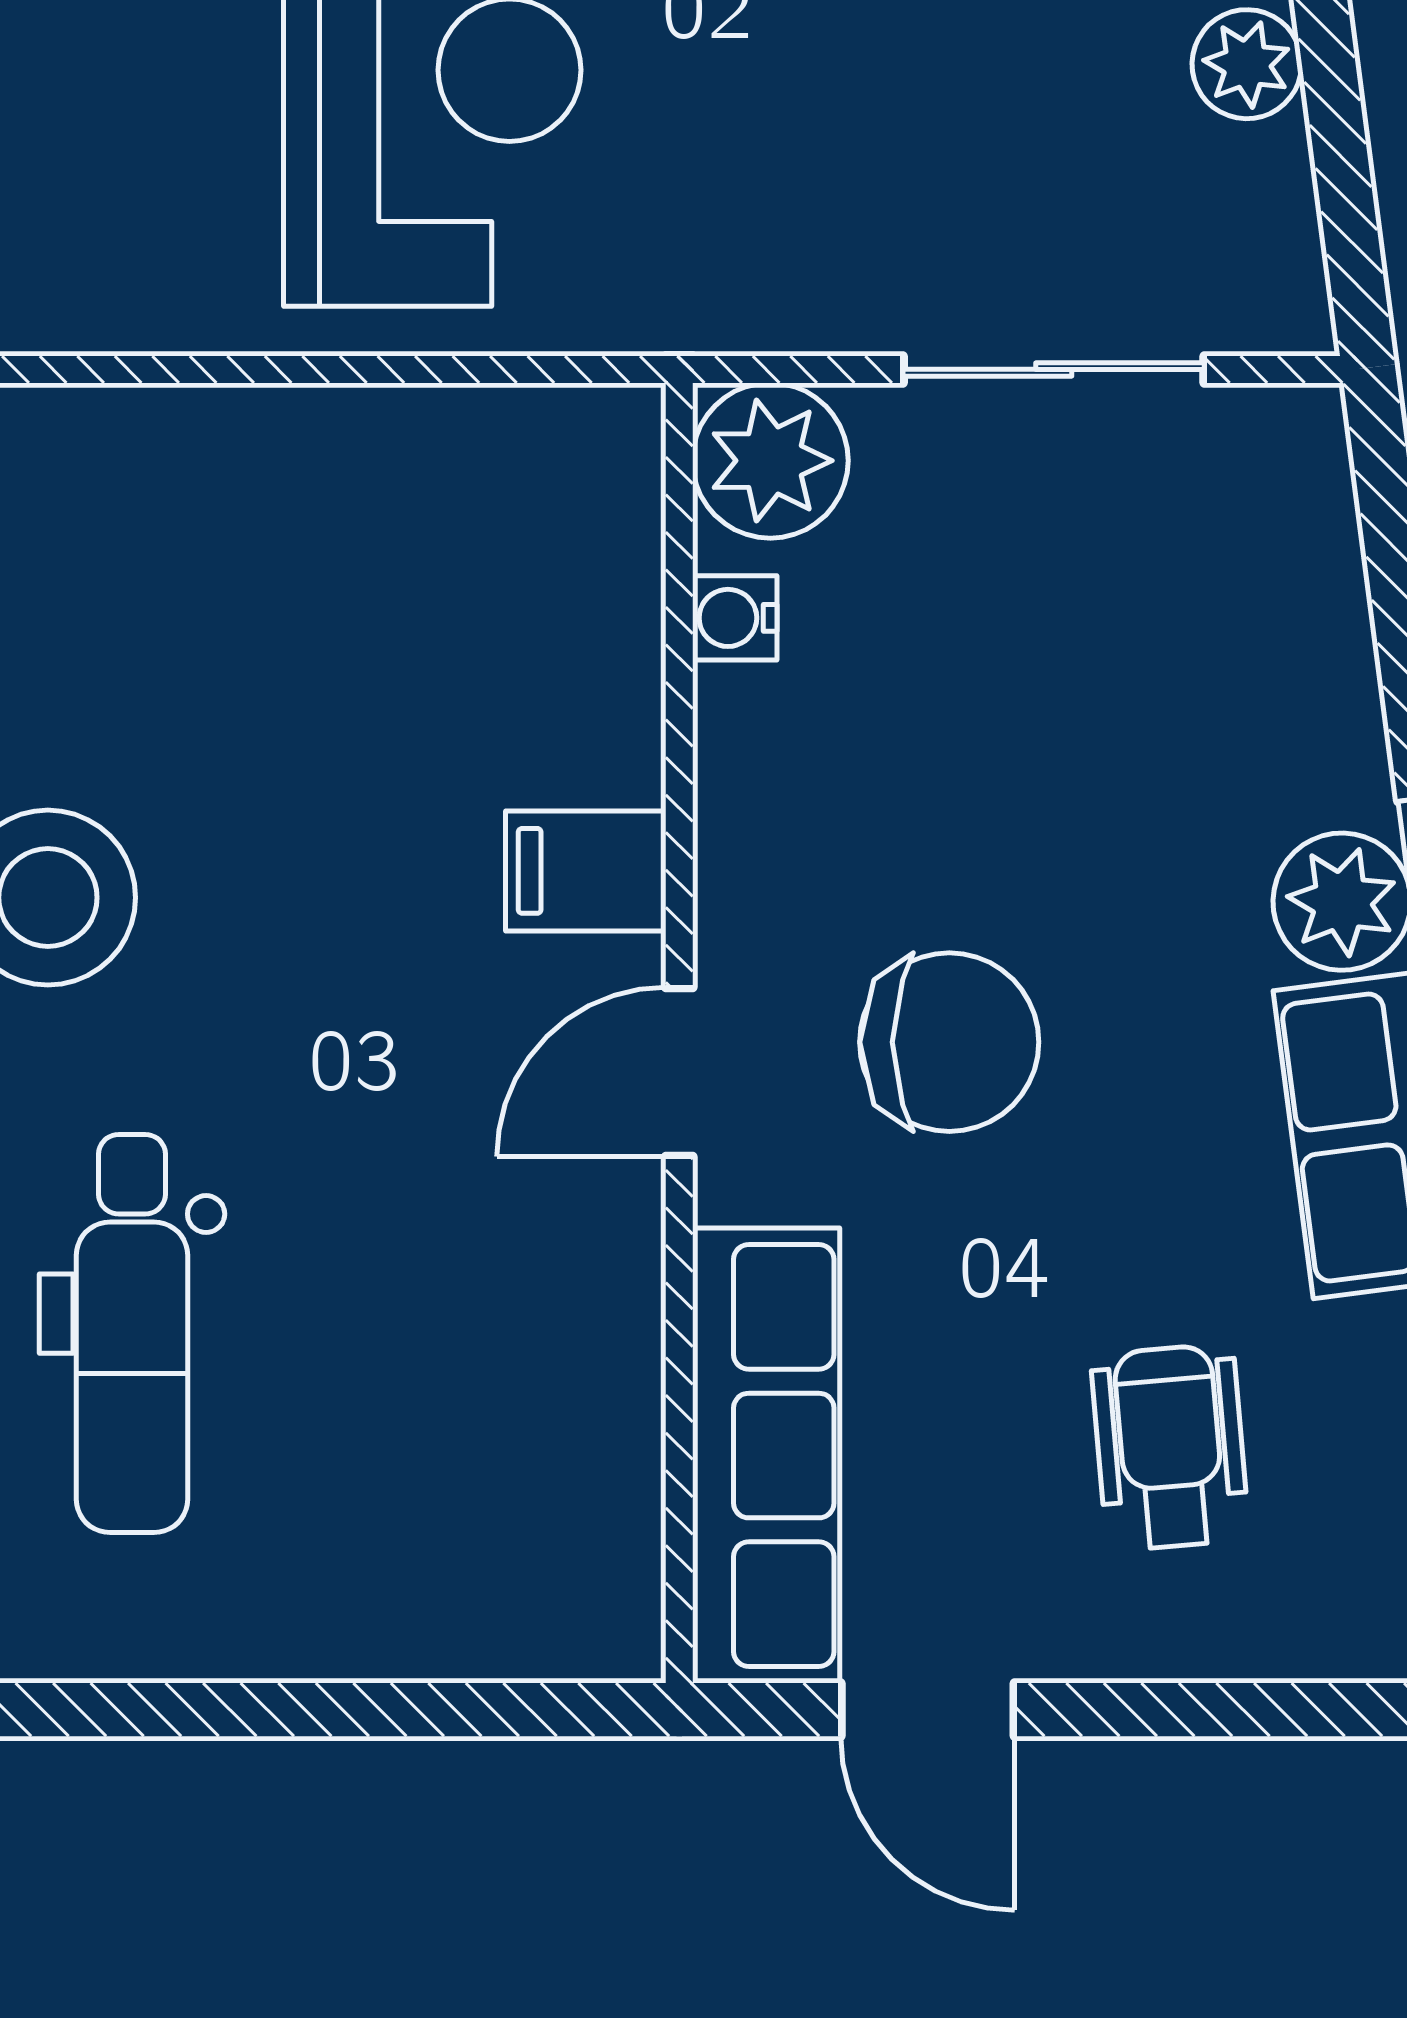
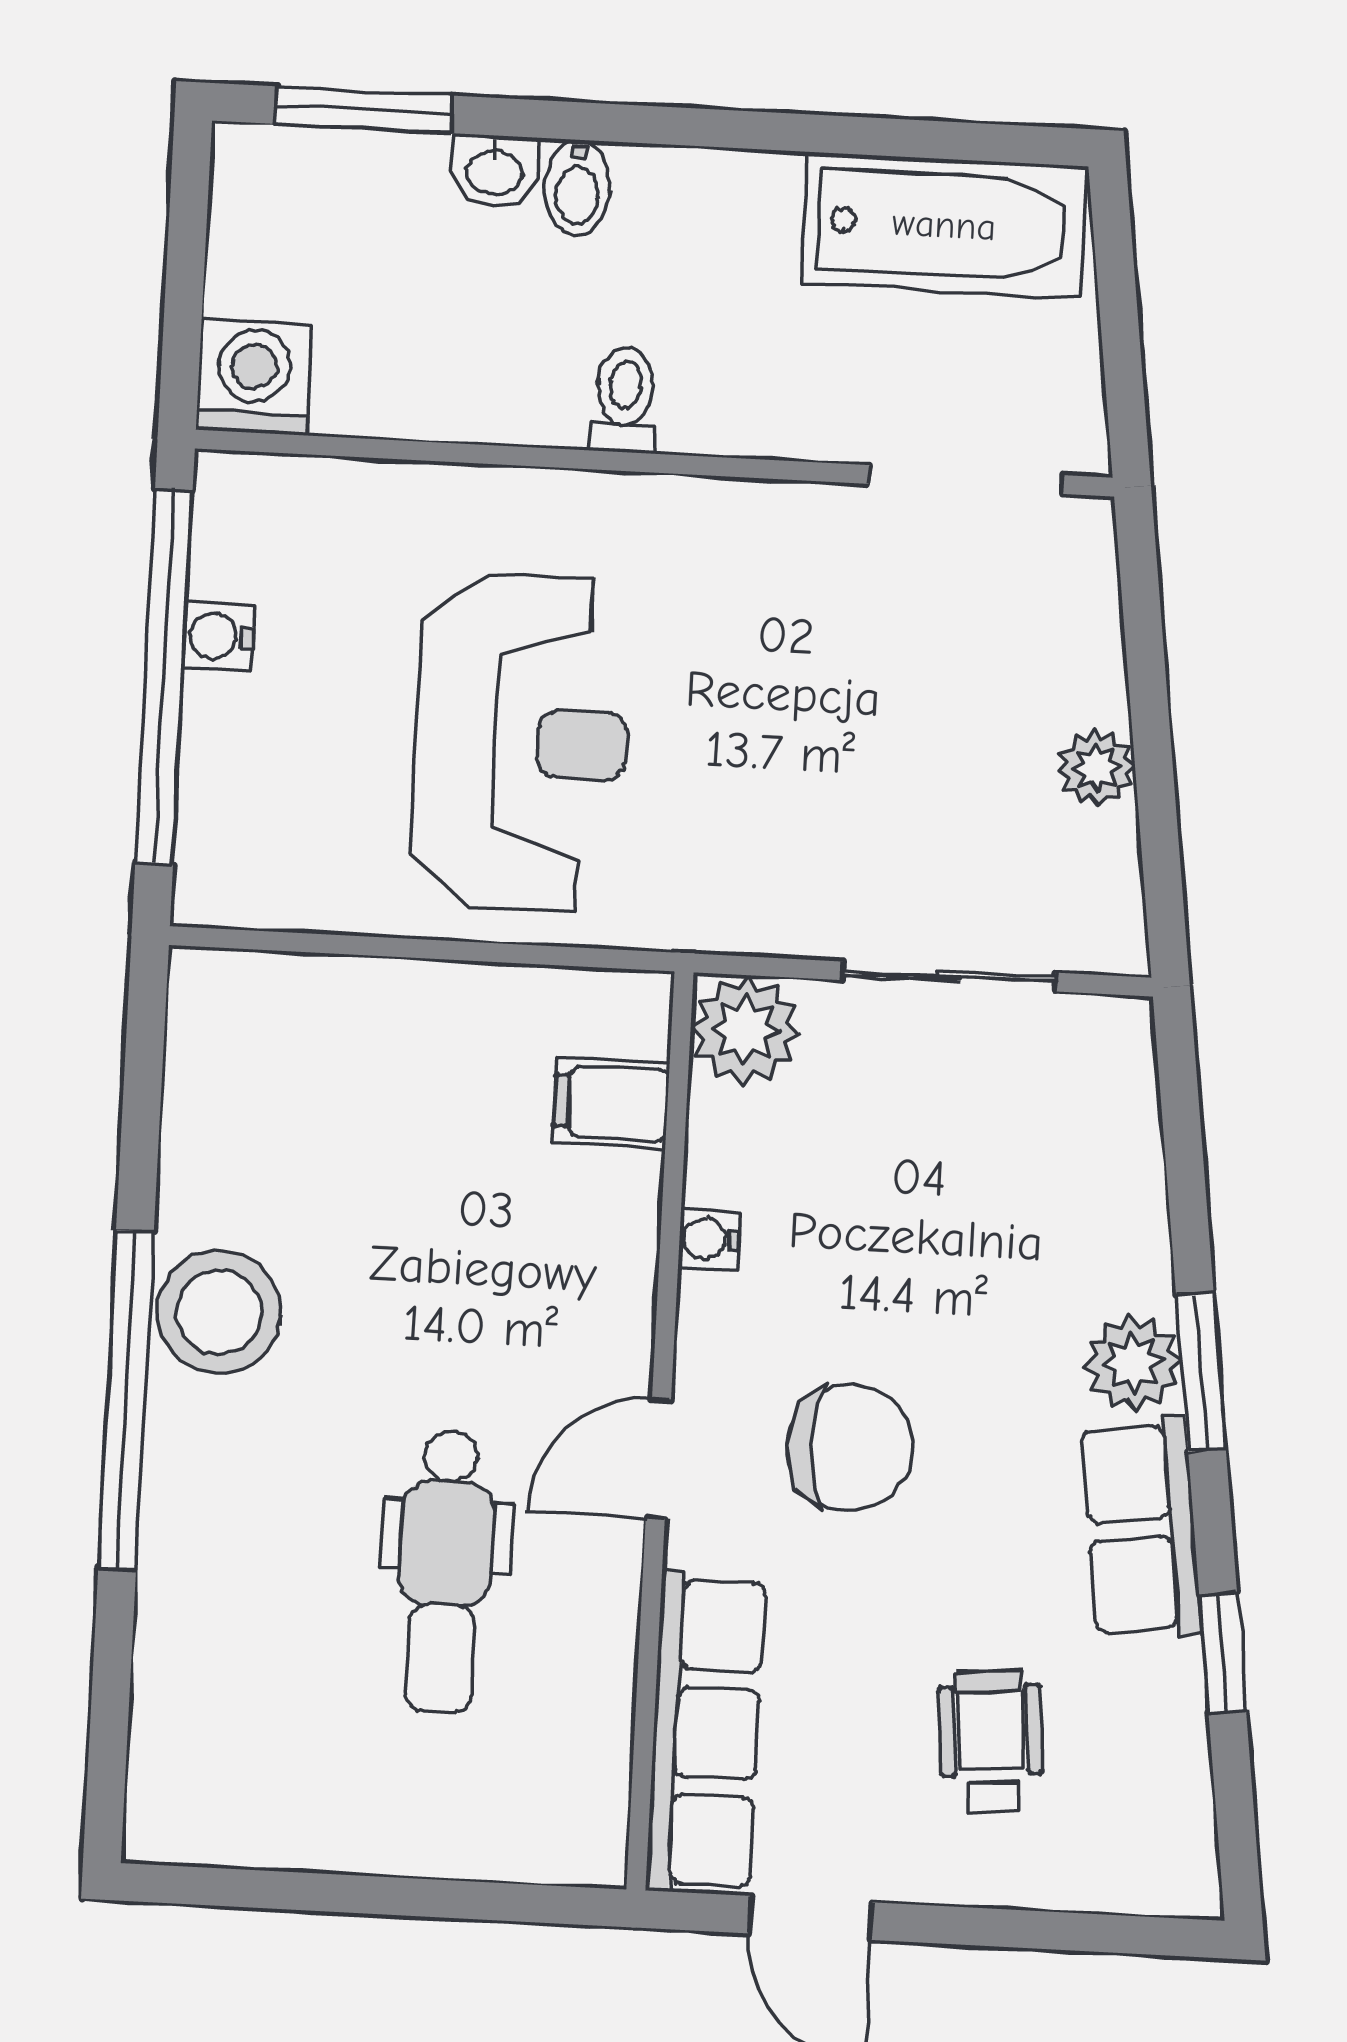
water cooler: (735, 618) -> (709, 1239), moved
filing cabinet: (586, 871) -> (611, 1103), moved
dental chair: (132, 1333) -> (445, 1571), moved

